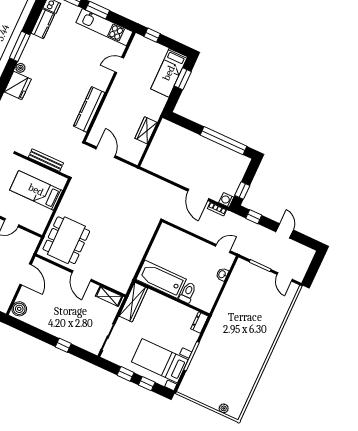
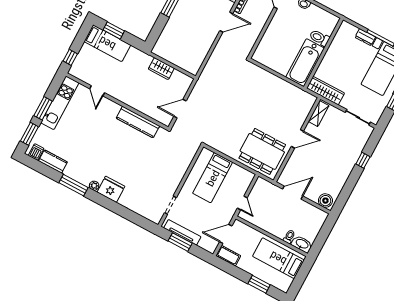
bench: (46, 160) -> (184, 166), removed
dresser: (199, 322) -> (365, 37), moved

